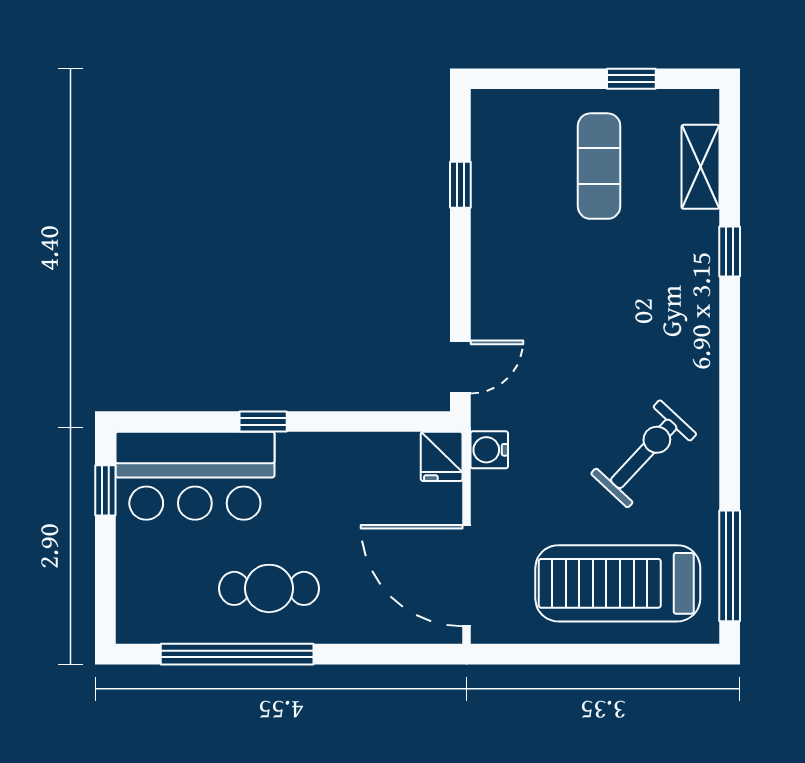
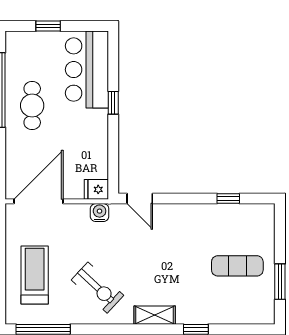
window: (631, 79) -> (280, 282), width x1.50
shelving: (701, 167) -> (155, 315), moved
window: (105, 490) -> (48, 26), moved
treadmill: (618, 583) -> (35, 275), width x0.73, depth x0.73

